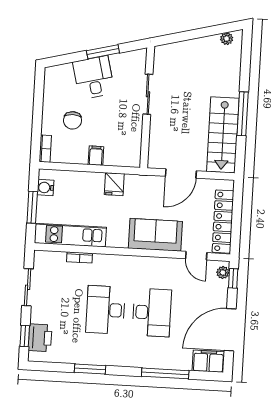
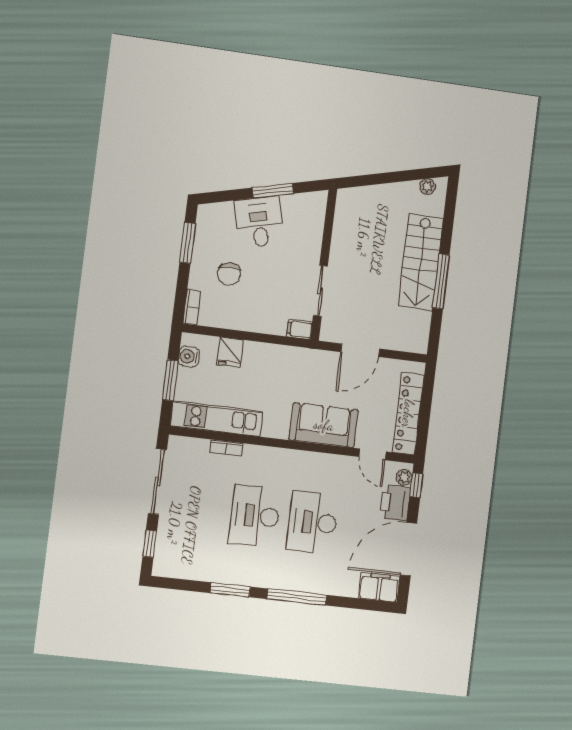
sliding door: (148, 94) -> (320, 291), moved
window: (38, 98) -> (187, 243), added
stairs: (223, 135) -> (420, 262), moved
filing cabinet: (96, 156) -> (299, 329), moved, turned -90
fridge: (114, 184) -> (230, 352), moved
sliding door: (28, 287) -> (157, 482), width x1.37
desk: (152, 312) -> (313, 522), turned 180
printer: (40, 338) -> (395, 503), moved, turned 180
window: (165, 373) -> (297, 597), moved

